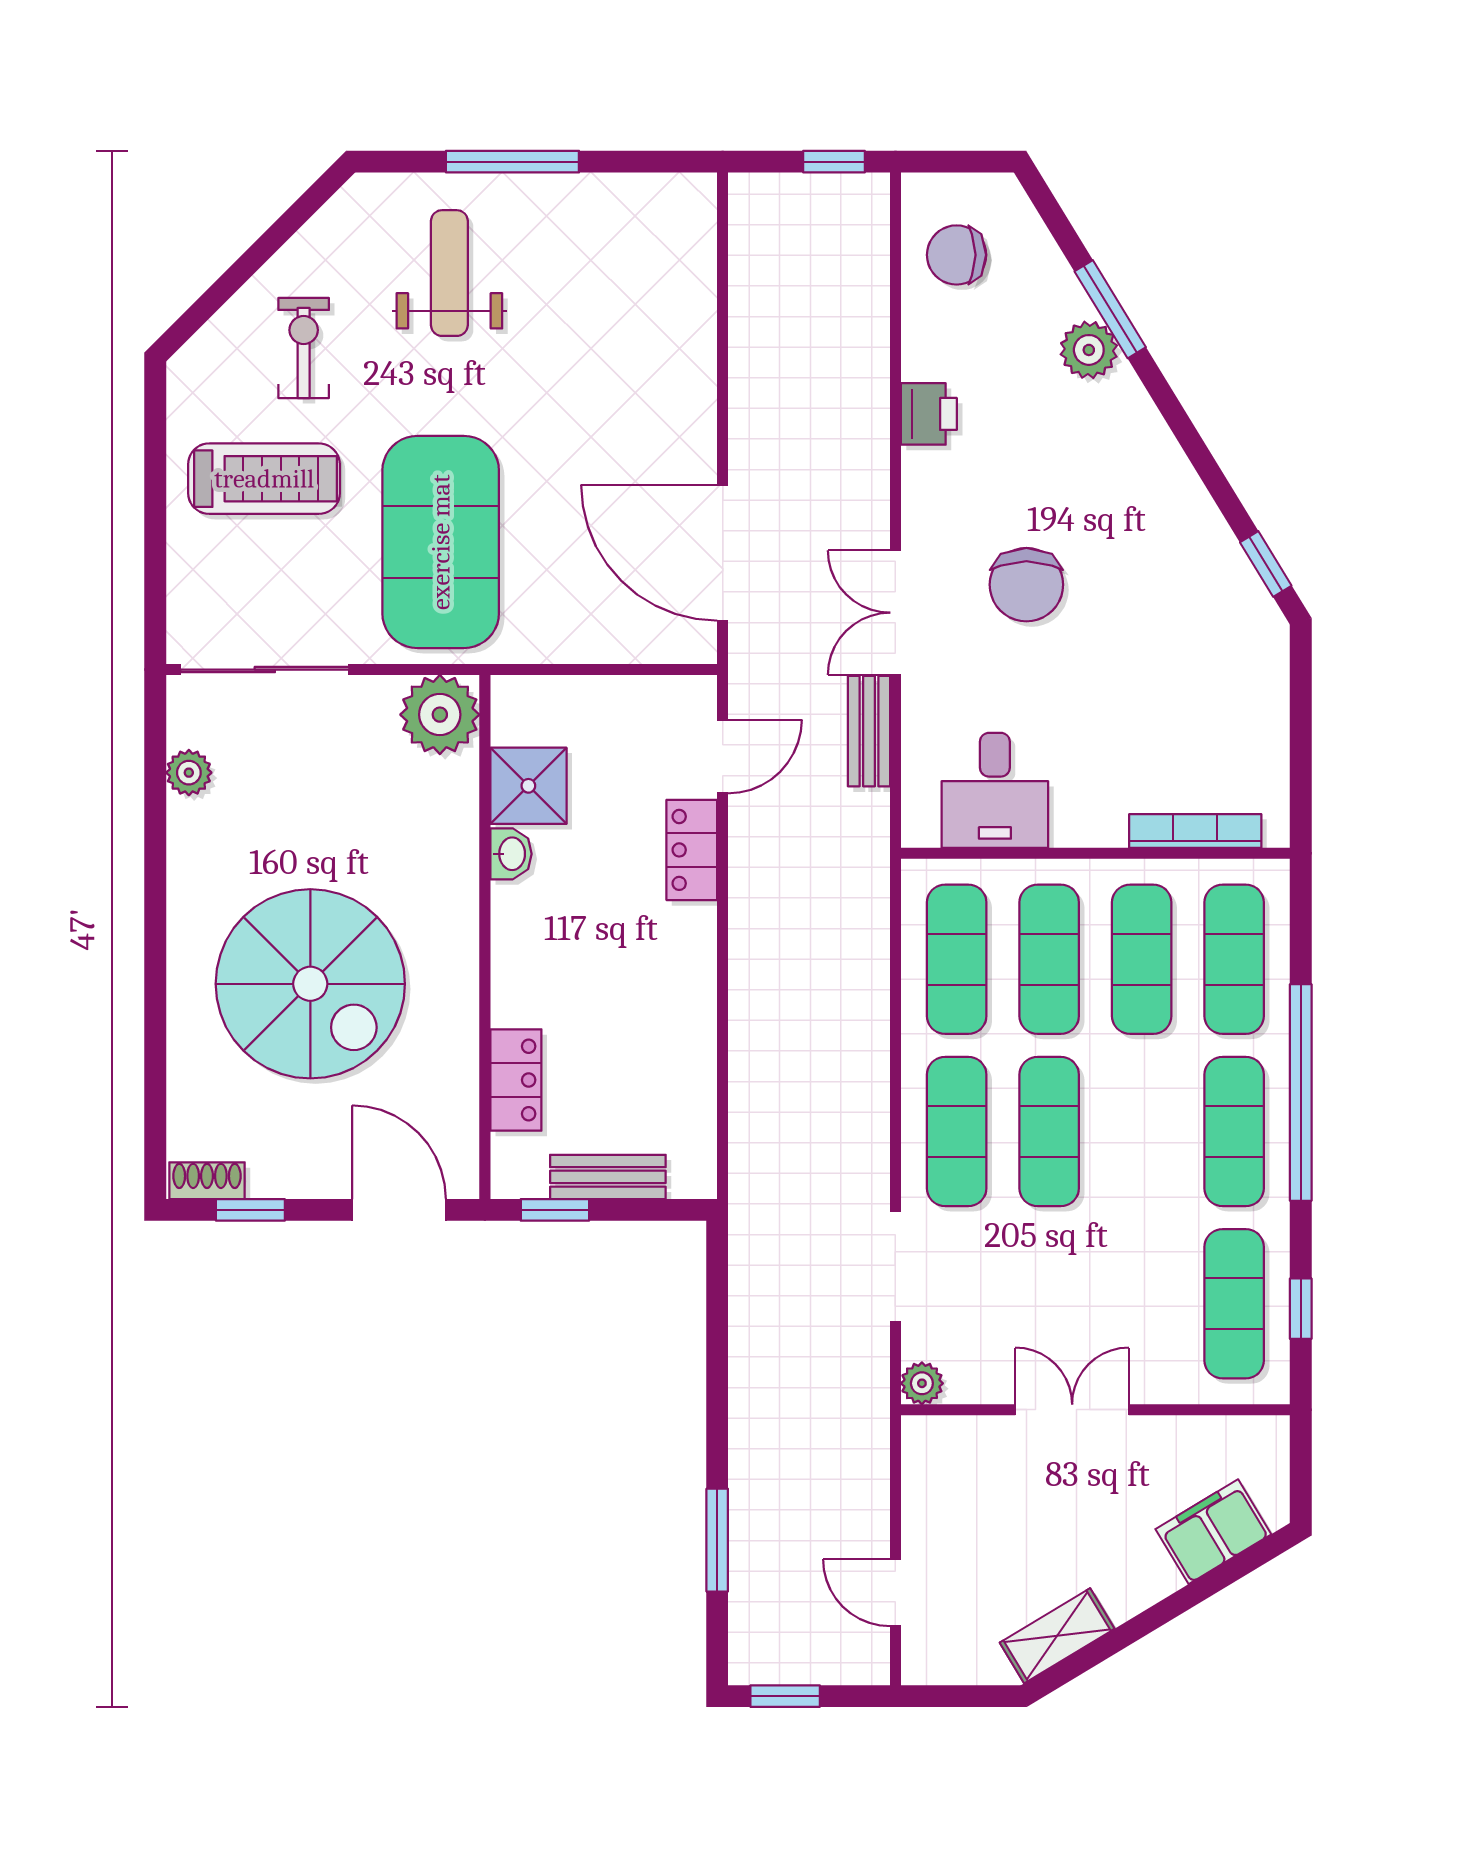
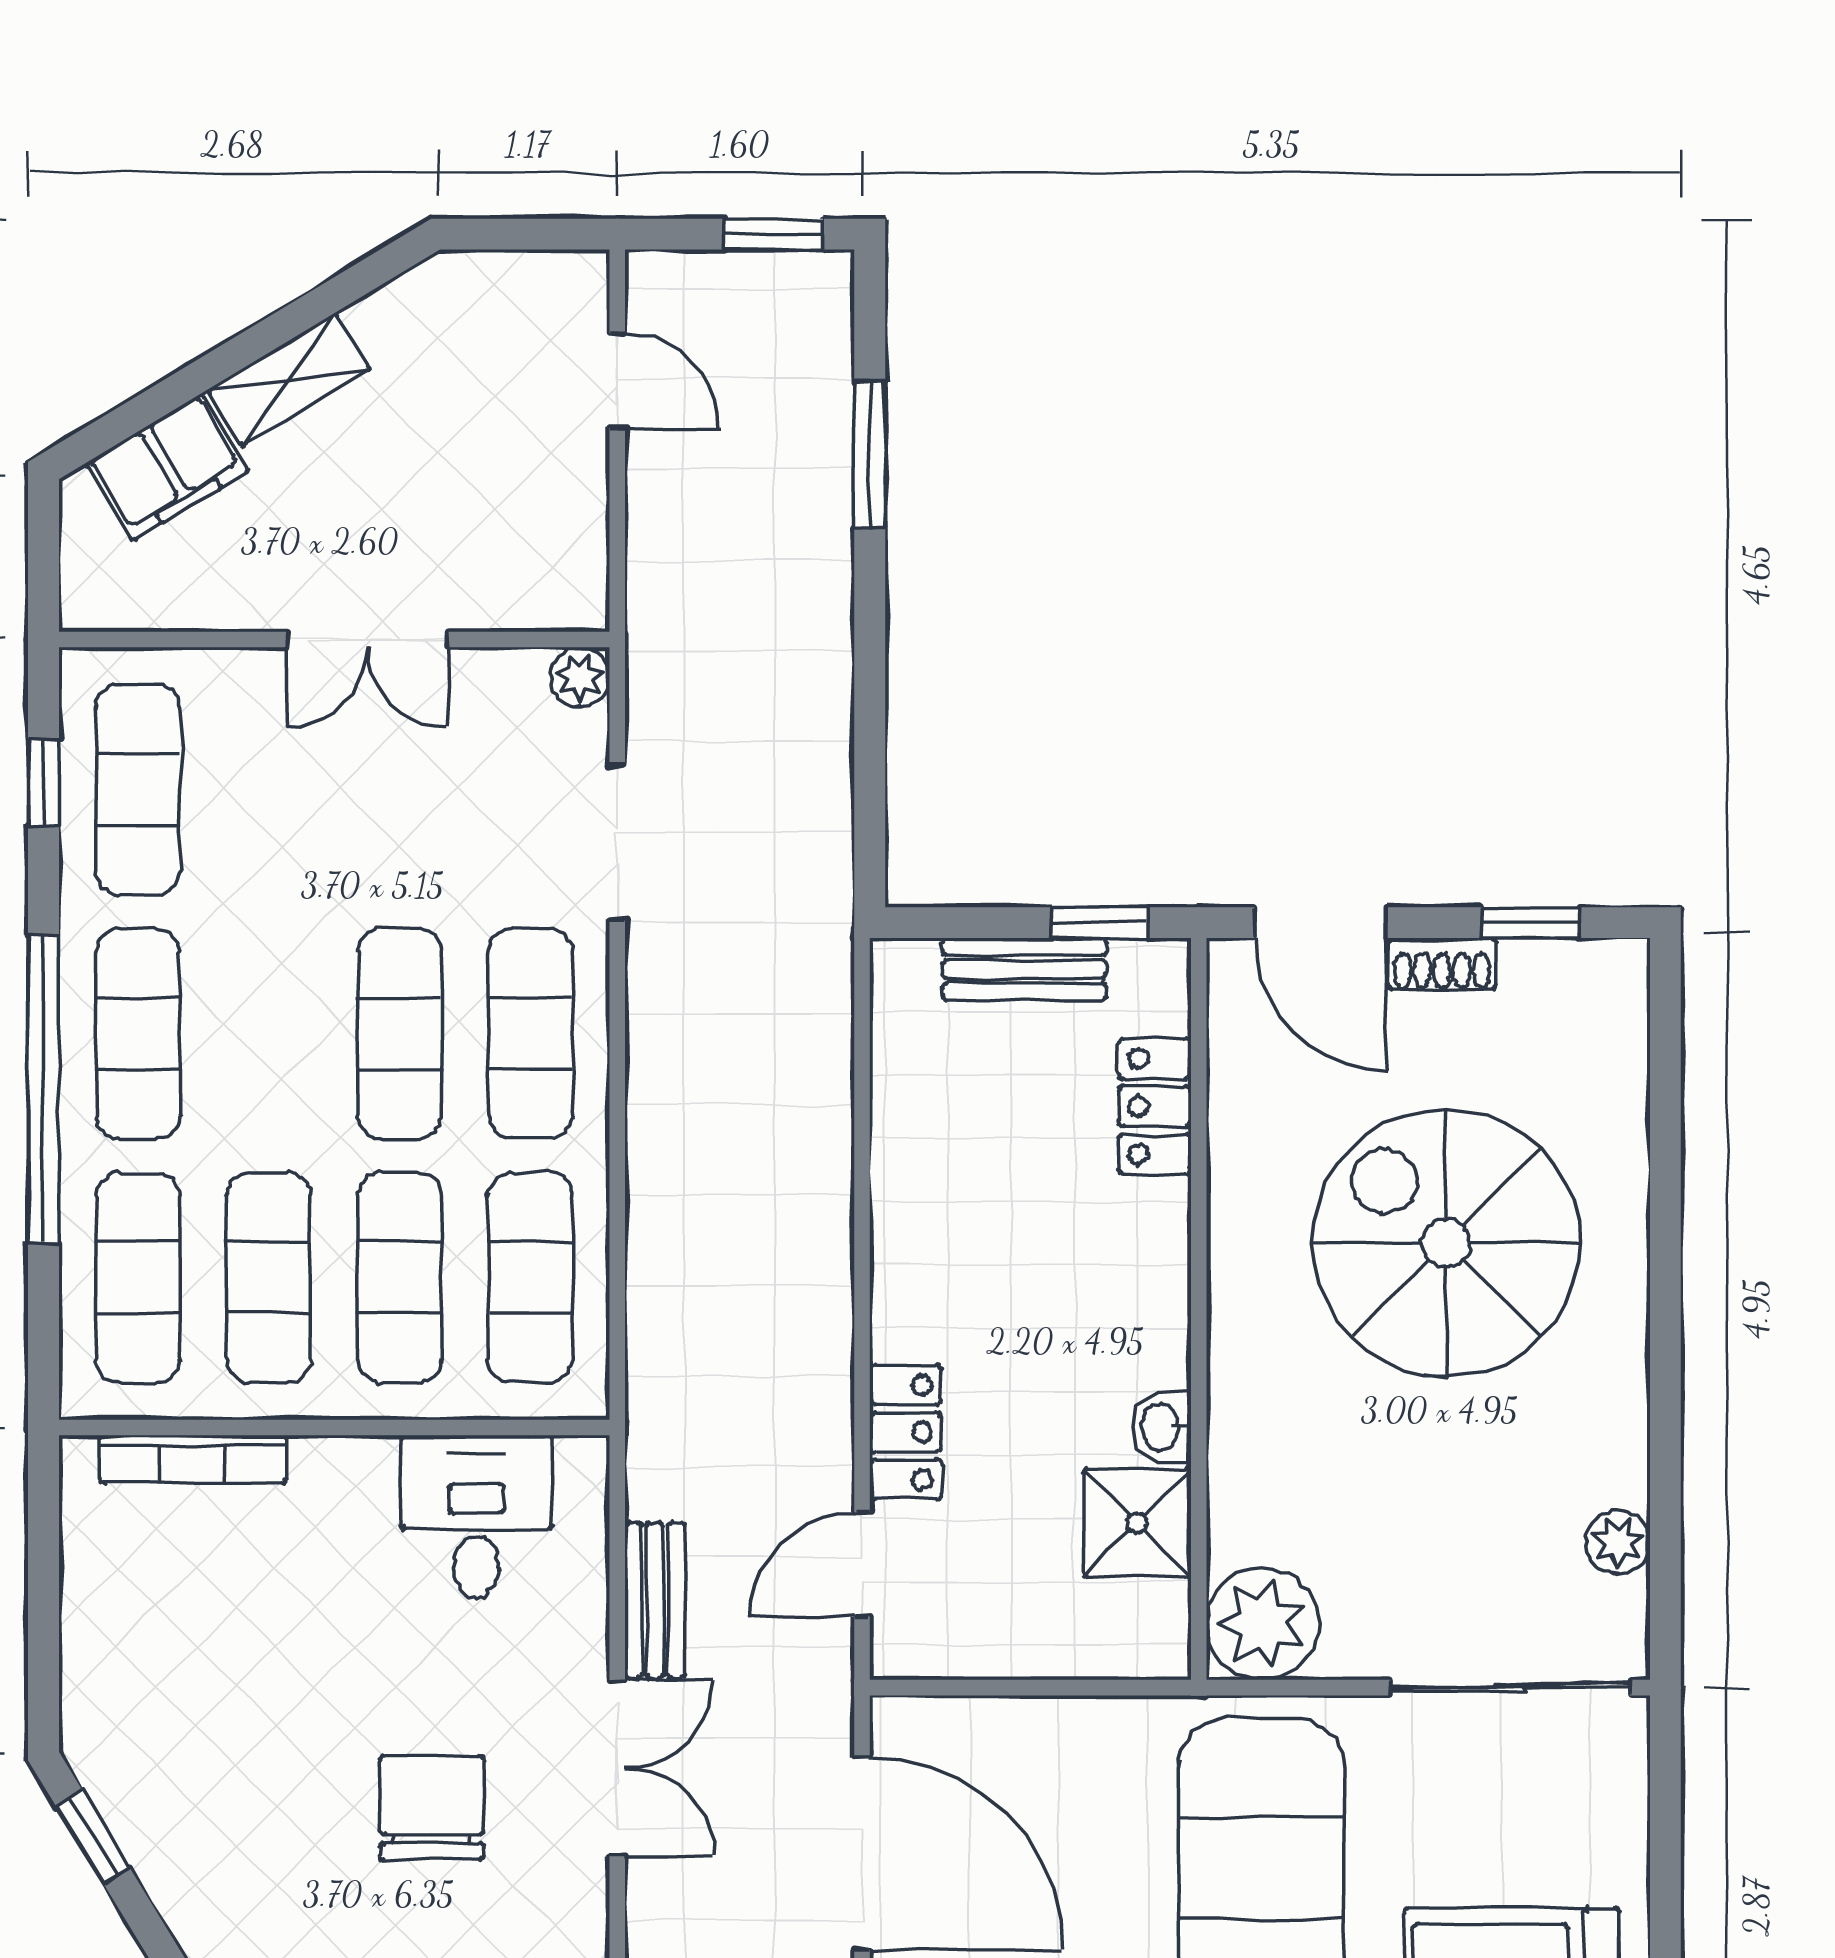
shoe rack: (207, 1181) -> (1442, 964), moved
shelving: (1057, 1636) -> (289, 380), moved

